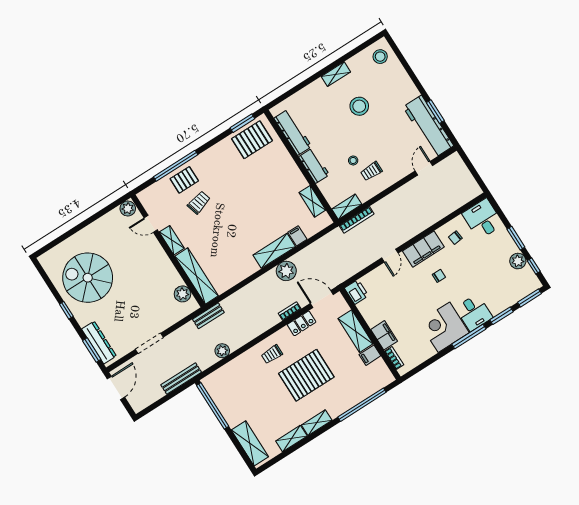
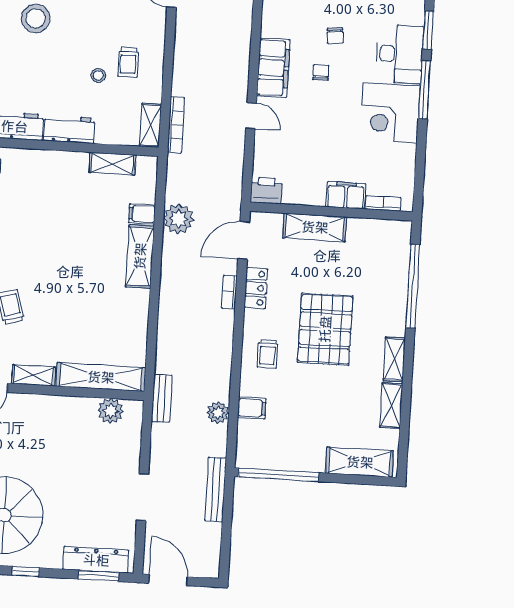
chair: (455, 238) -> (335, 36), moved
plant: (286, 271) -> (179, 219), moved
desk: (474, 313) -> (399, 54), width x1.37
filing cabinet: (370, 355) -> (252, 408), moved, turned -90

